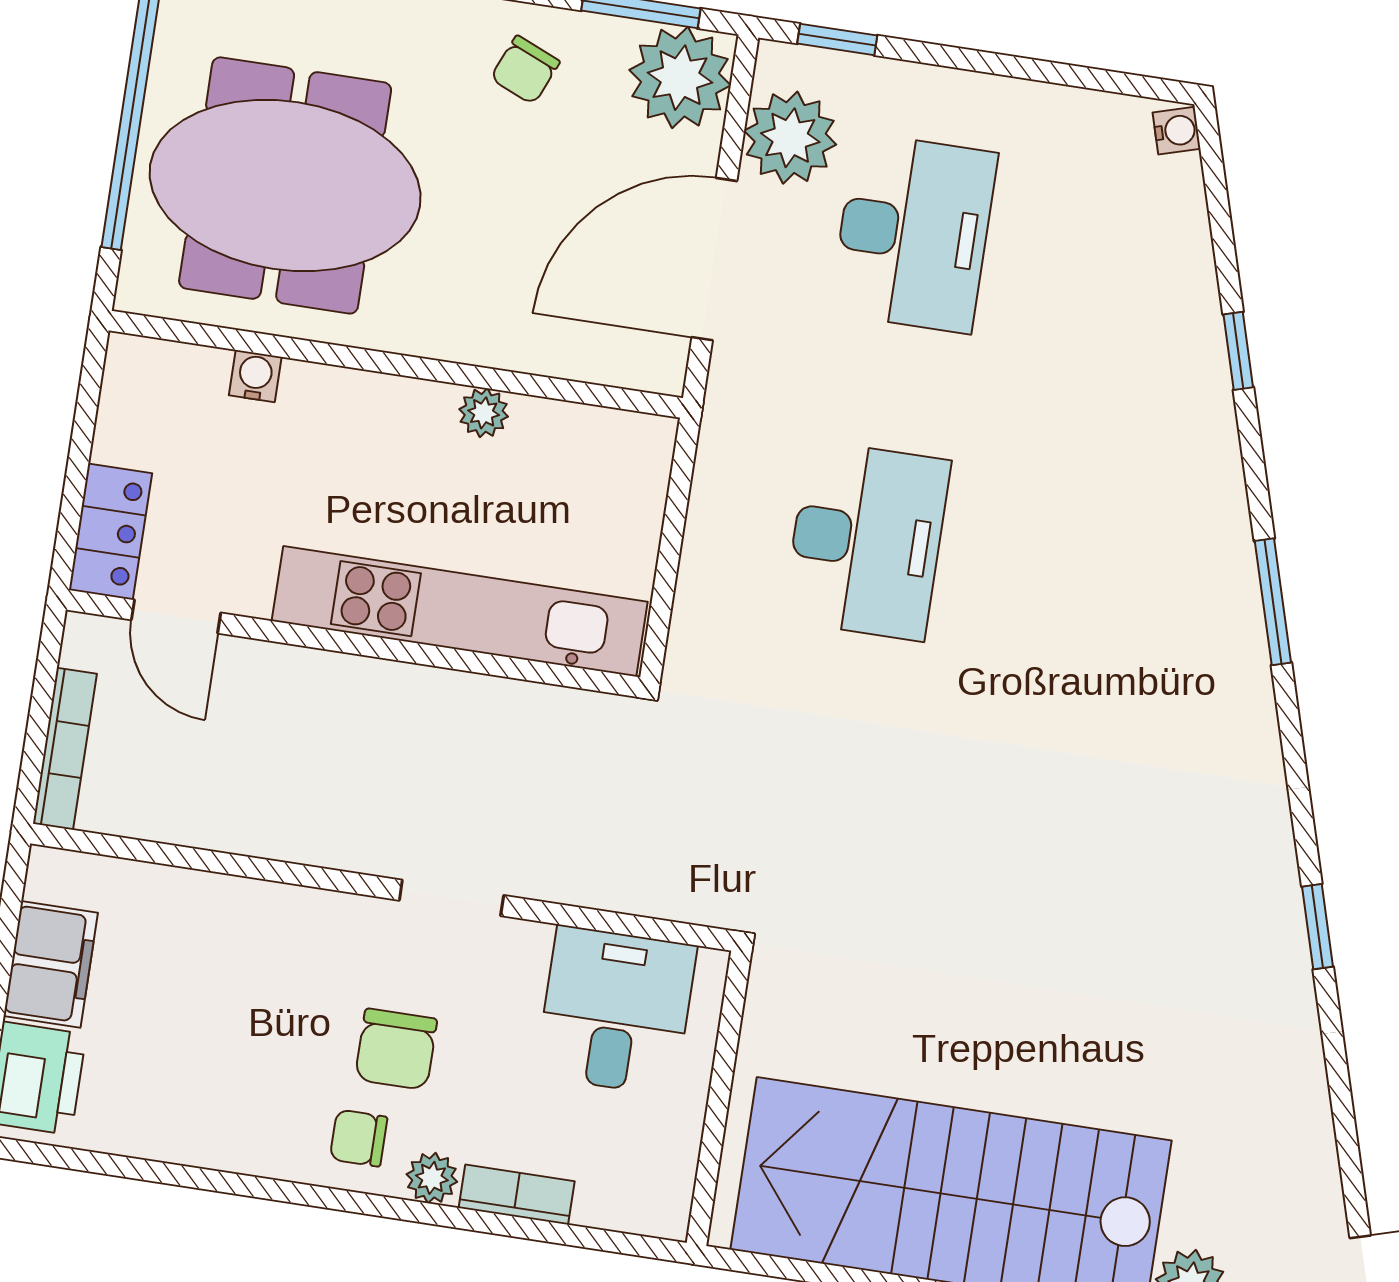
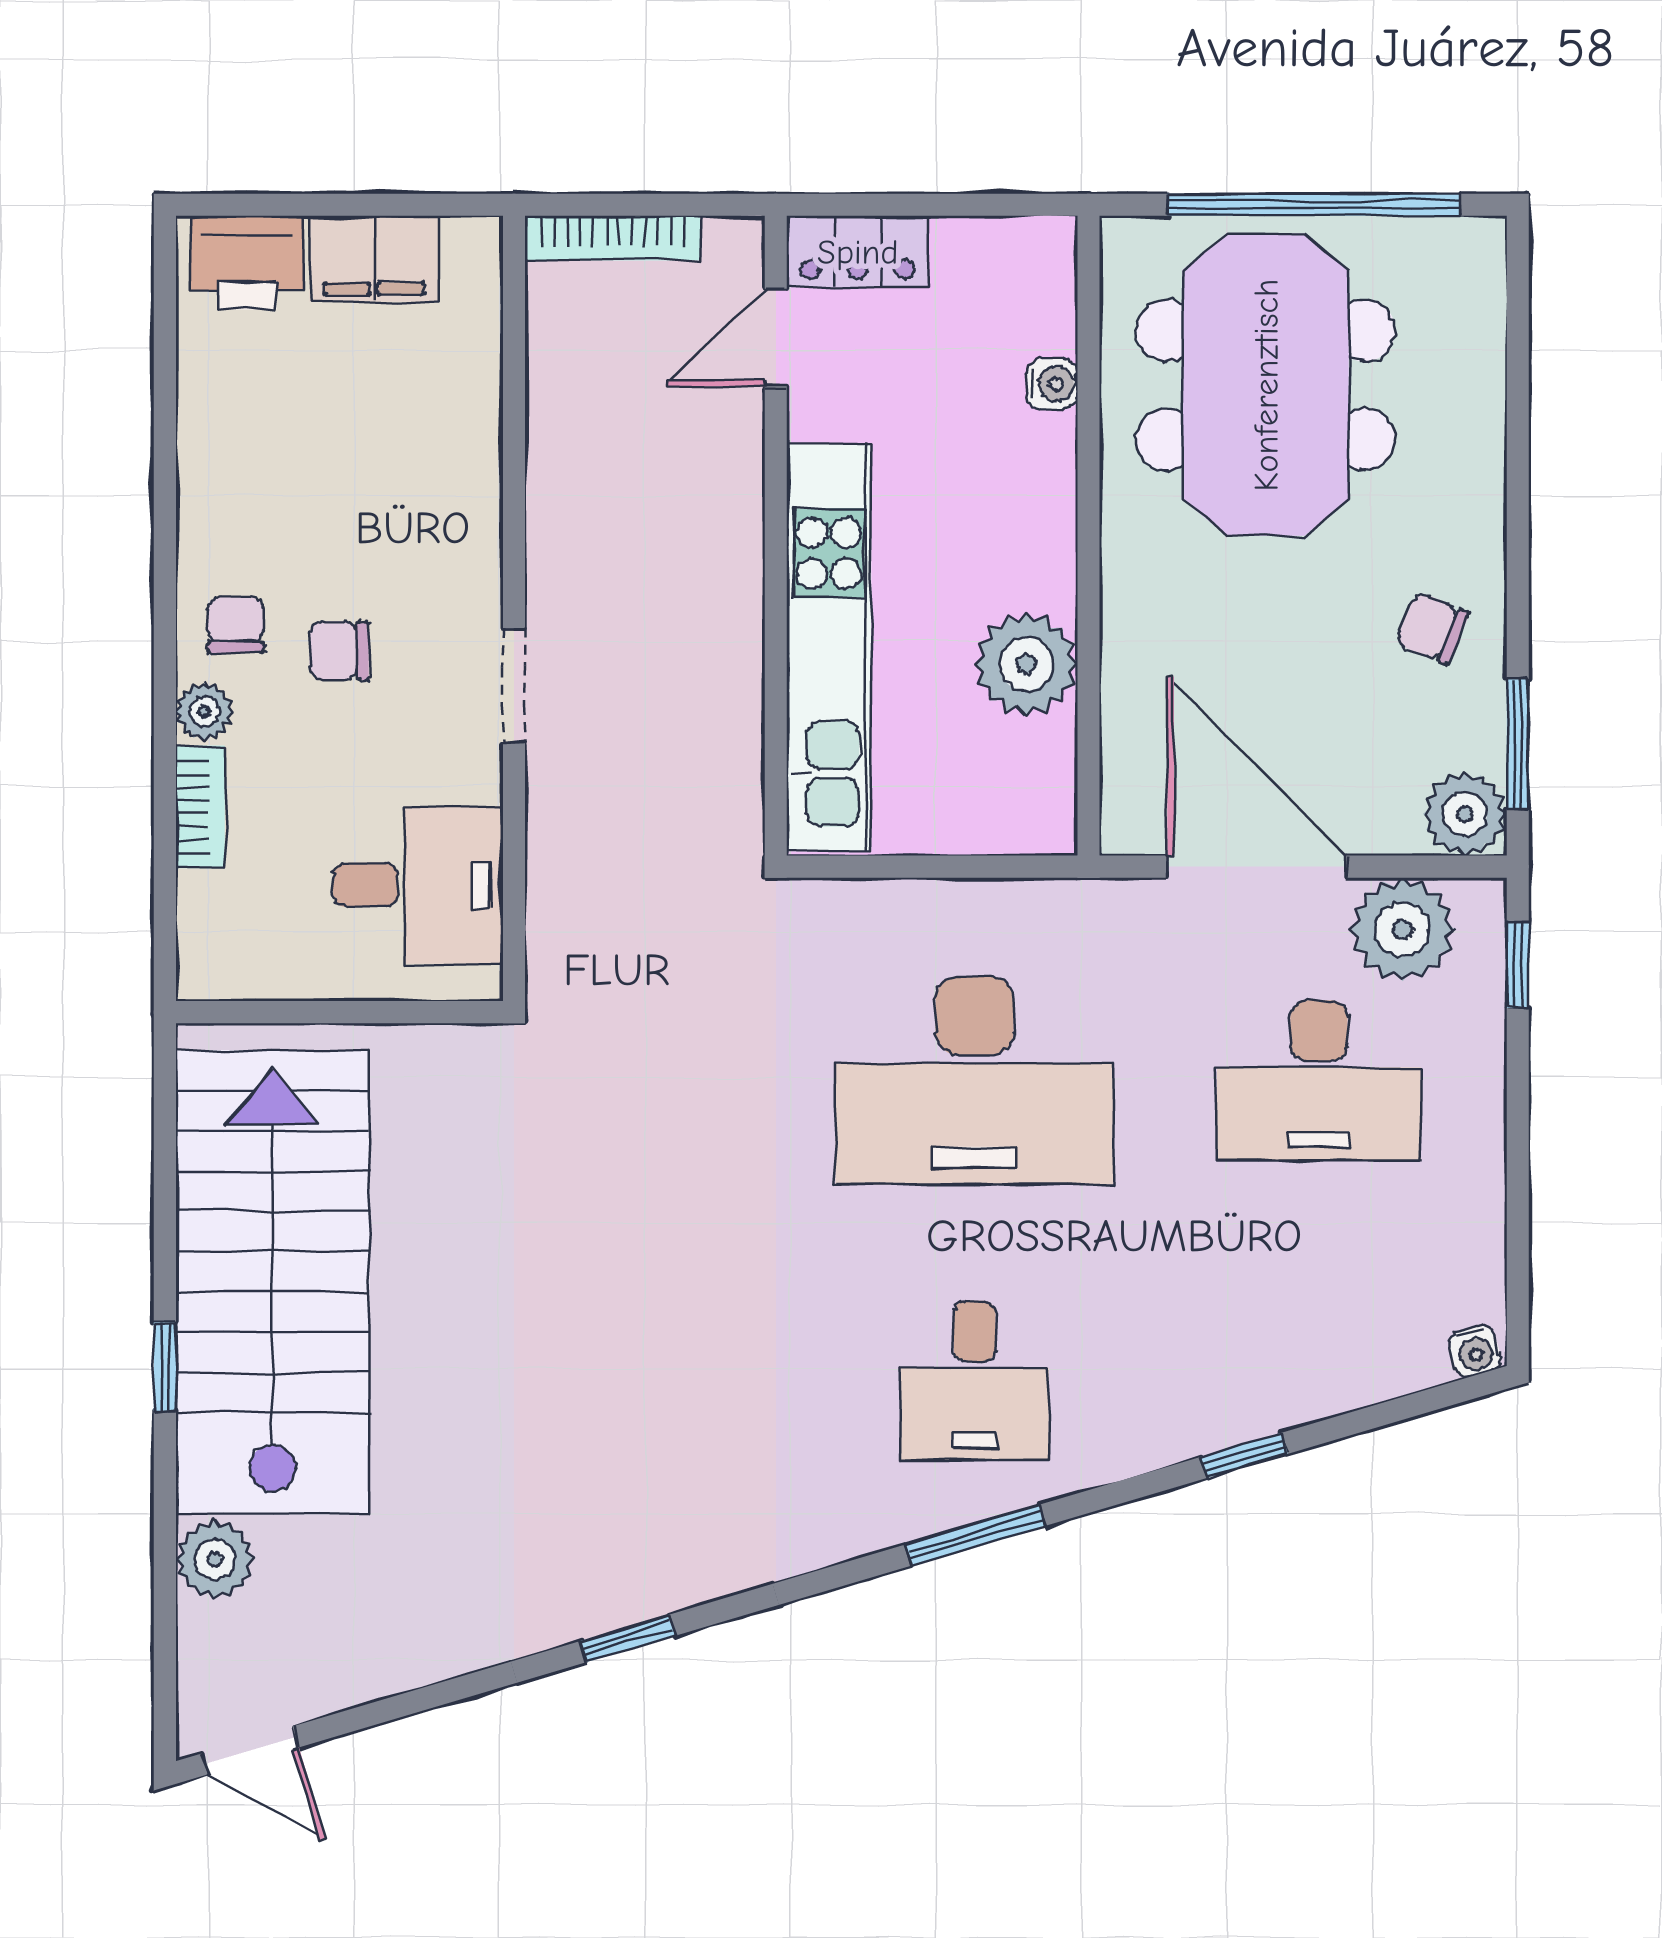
plant: (680, 78) -> (1465, 814), width x0.73, depth x0.73
plant: (484, 413) -> (1026, 664), width x1.88, depth x1.88
desk: (866, 540) -> (975, 1080), width x1.36, depth x1.30
desk: (1135, 582) -> (975, 1381), added
chair: (396, 1049) -> (339, 651), width x0.73, depth x0.73

